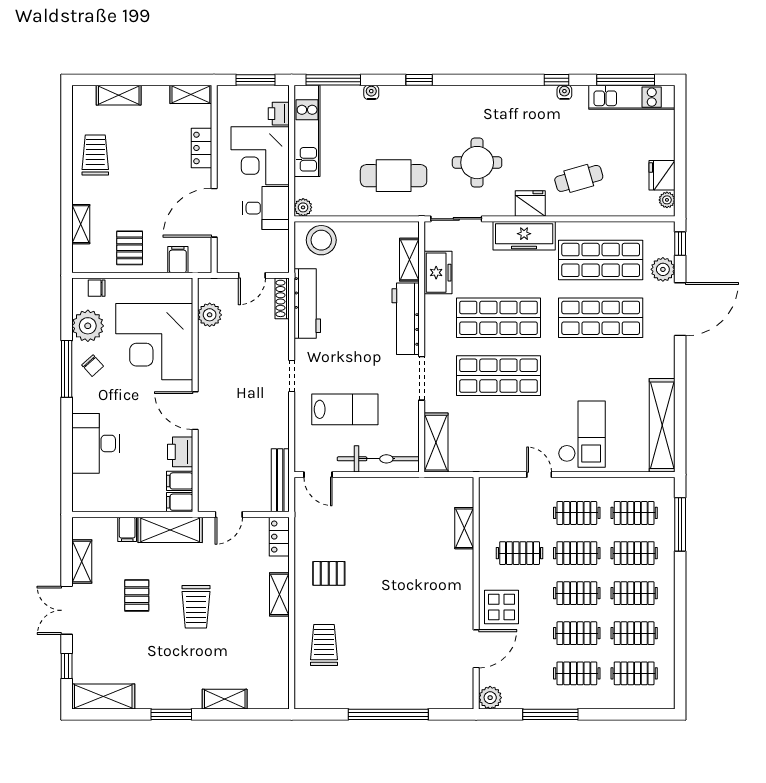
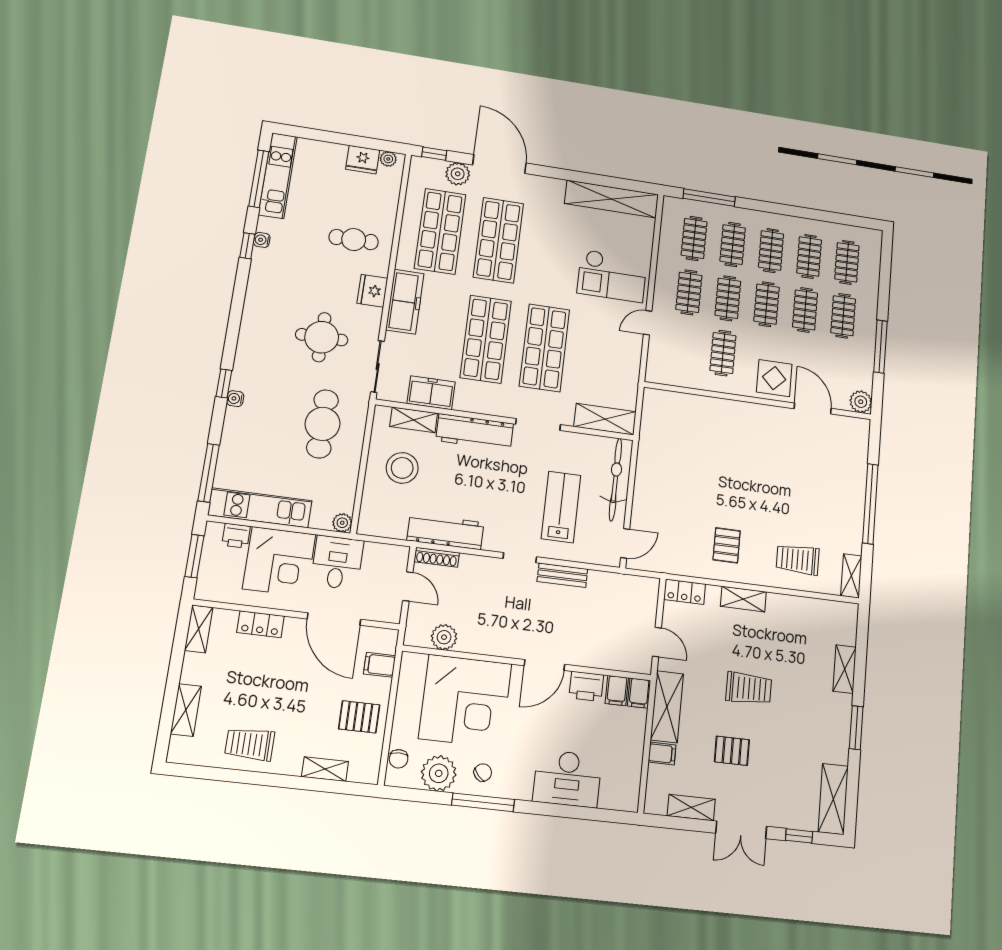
water cooler: (371, 92) -> (235, 399), moved
cafe table: (579, 178) -> (354, 240), turned -74
stool: (321, 240) -> (402, 468), moved
checkout: (582, 434) -> (612, 276), turned 180
bench: (280, 480) -> (562, 575), moved, width x0.73
shelving: (464, 528) -> (851, 576), moved, turned 90

